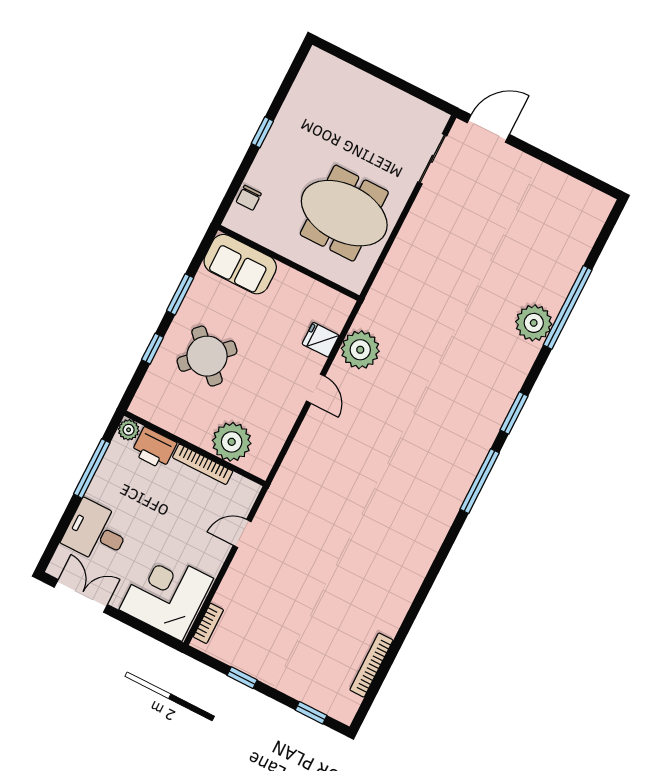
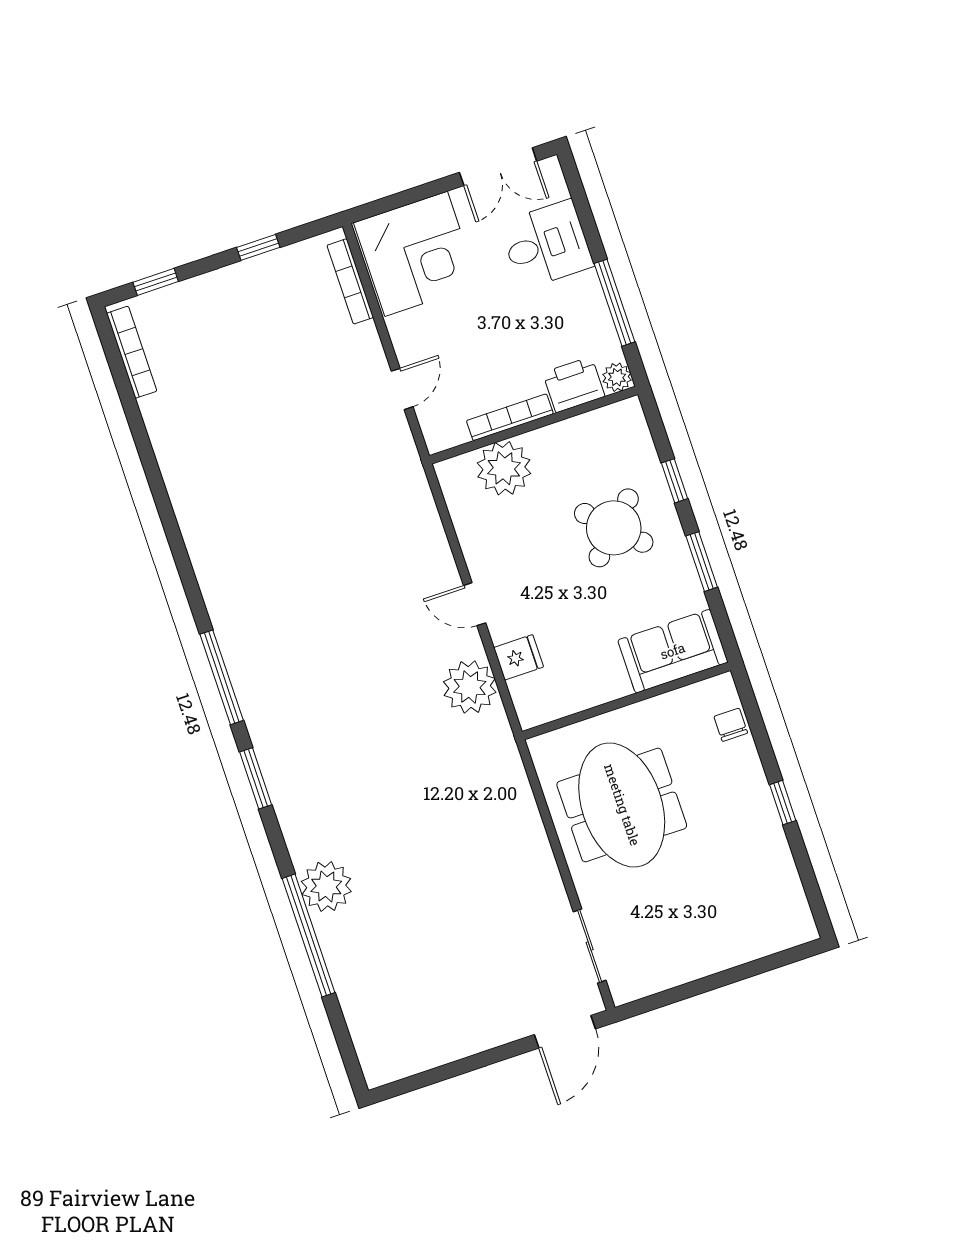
meeting table: (344, 213) -> (622, 805), turned 90
bookcase: (208, 623) -> (350, 281), width x1.56
bookcase: (371, 665) -> (132, 352), moved

